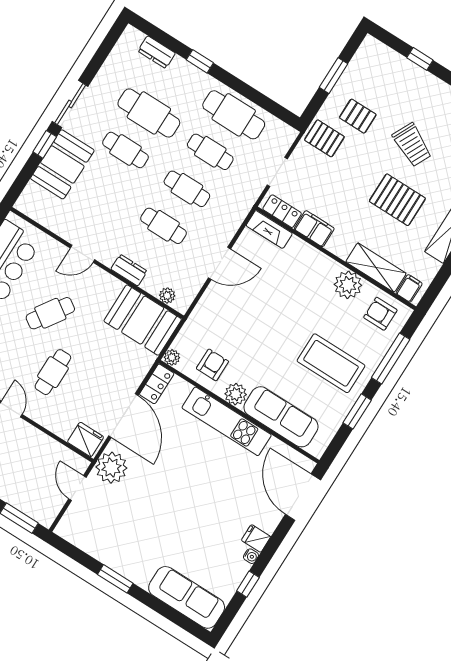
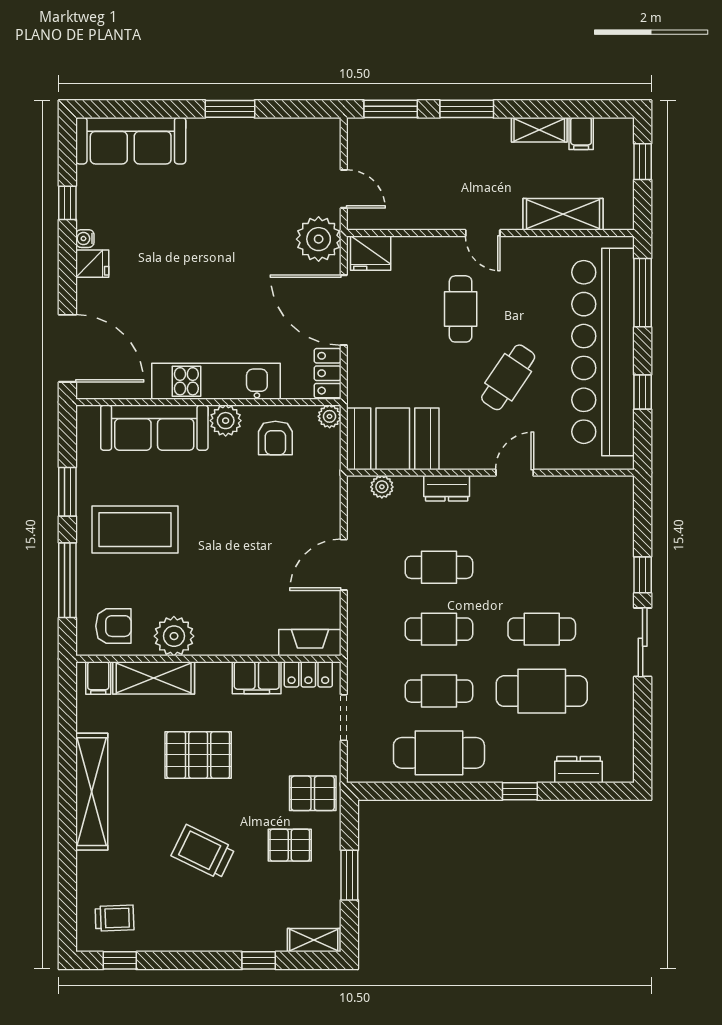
shelving: (379, 50) -> (314, 940), added
booth: (62, 164) -> (606, 564), removed
pallet: (397, 200) -> (198, 755), moved

